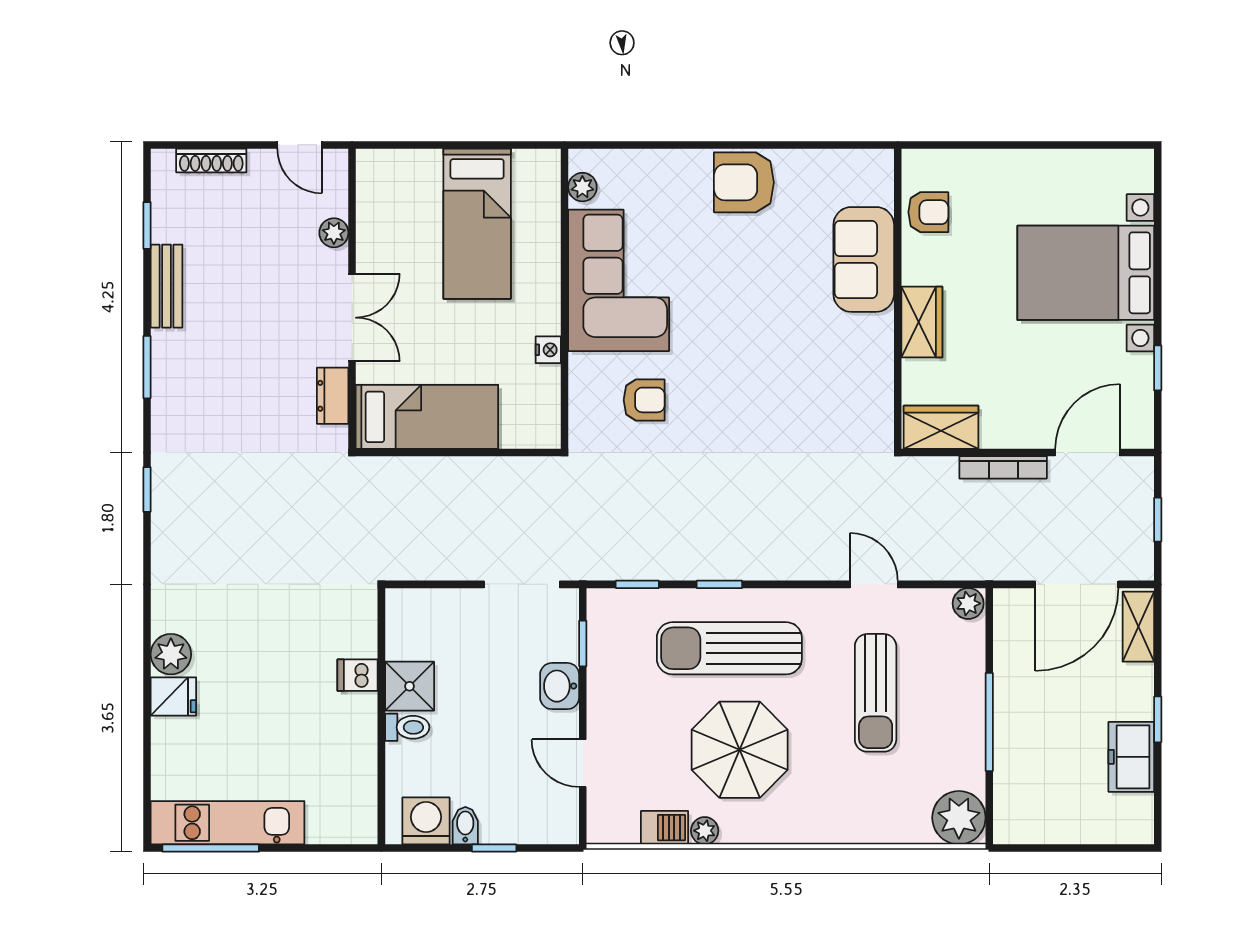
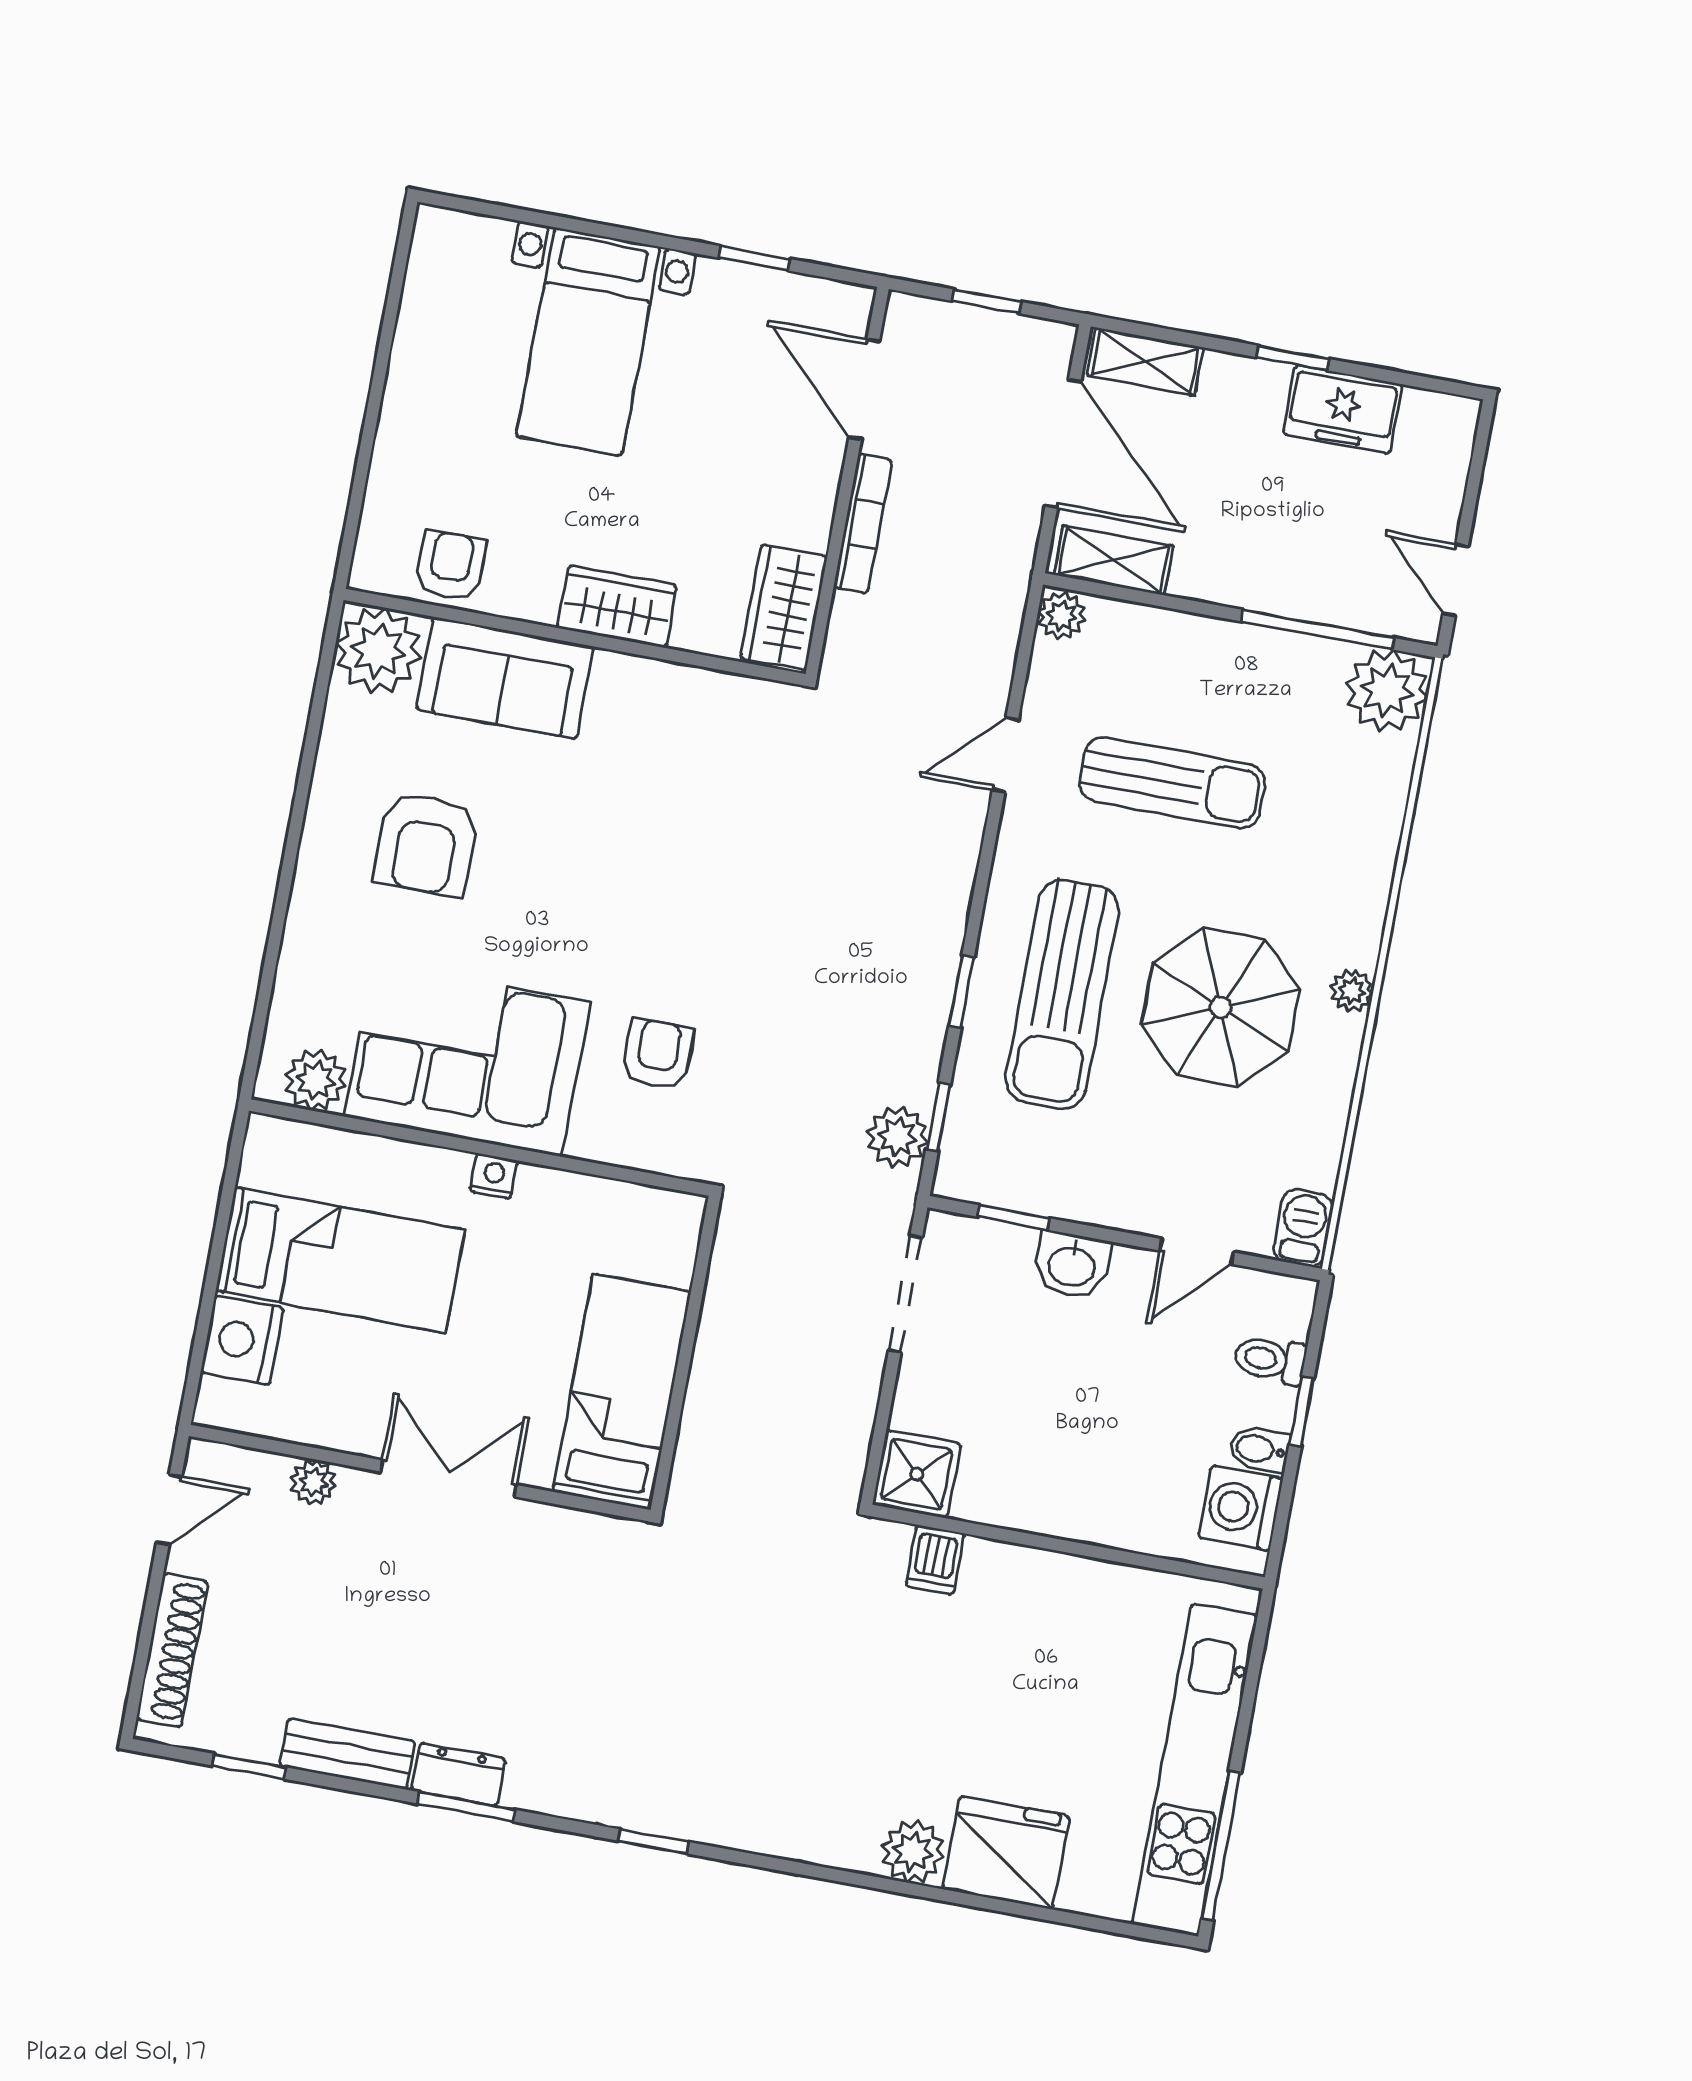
shoe rack: (211, 161) -> (172, 1650), width x1.36, depth x1.24
nightstand: (415, 171) -> (242, 1340), added
plant: (866, 176) -> (378, 650), added
armchair: (744, 182) -> (426, 844), moved
plant: (582, 187) -> (315, 1080), width x1.38, depth x1.38
bed with nightstands: (1086, 273) -> (588, 342), width x0.73
nightstand: (548, 350) -> (494, 1176), moved
dresser: (333, 396) -> (459, 1774), moved, turned 180
plant: (620, 561) -> (897, 1137), added
shelving: (1009, 630) -> (1114, 560), added
dishwasher: (357, 675) -> (935, 1560), moved
shower: (410, 686) -> (917, 1474), moved
fridge: (173, 696) -> (1006, 1853), width x1.88, depth x1.34
window: (989, 722) -> (1318, 630), moved
toilet: (407, 727) -> (1270, 1360), moved, turned -90
kitchen unit: (228, 823) -> (1195, 1770), width x1.36
barbecue: (664, 828) -> (1303, 1228), moved
plant: (705, 831) -> (1352, 991), moved
door: (1037, 848) -> (1456, 580), added

